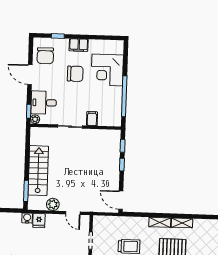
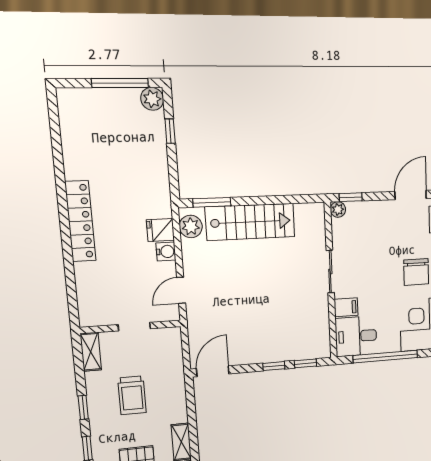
desk: (44, 103) -> (356, 336), moved, turned -90
plant: (53, 204) -> (191, 226), moved
water cooler: (27, 218) -> (166, 252), moved

